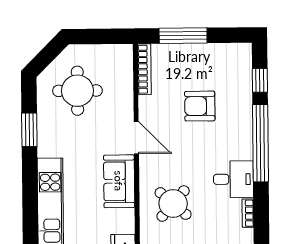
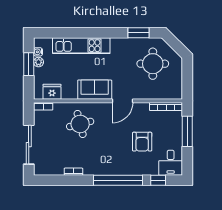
armchair: (200, 106) -> (142, 142), turned 180
window: (29, 130) -> (139, 33), moved
desk: (233, 179) -> (171, 163), moved
round table: (173, 204) -> (80, 124), turned 35

